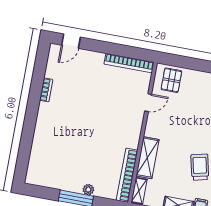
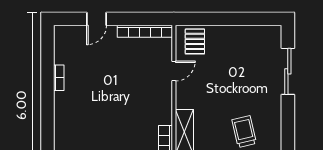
door: (71, 41) -> (97, 19), moved

